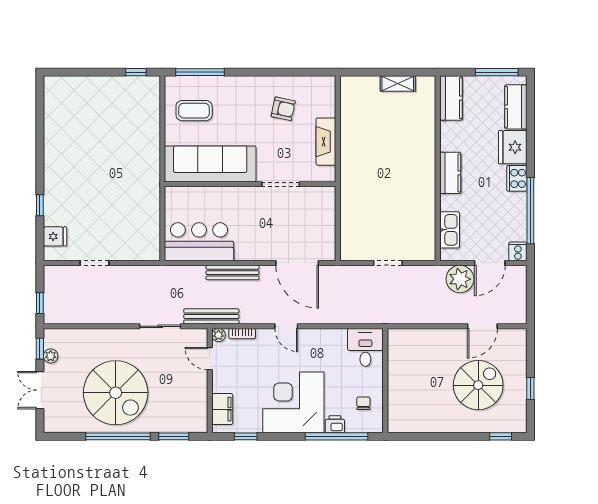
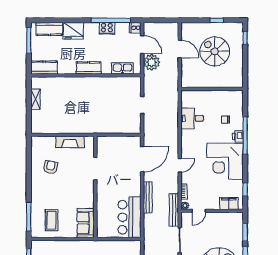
sofa: (210, 164) -> (86, 223), width x0.54, depth x0.79
cooker: (517, 178) -> (107, 28), moved
wall: (385, 381) -> (212, 89), moved

